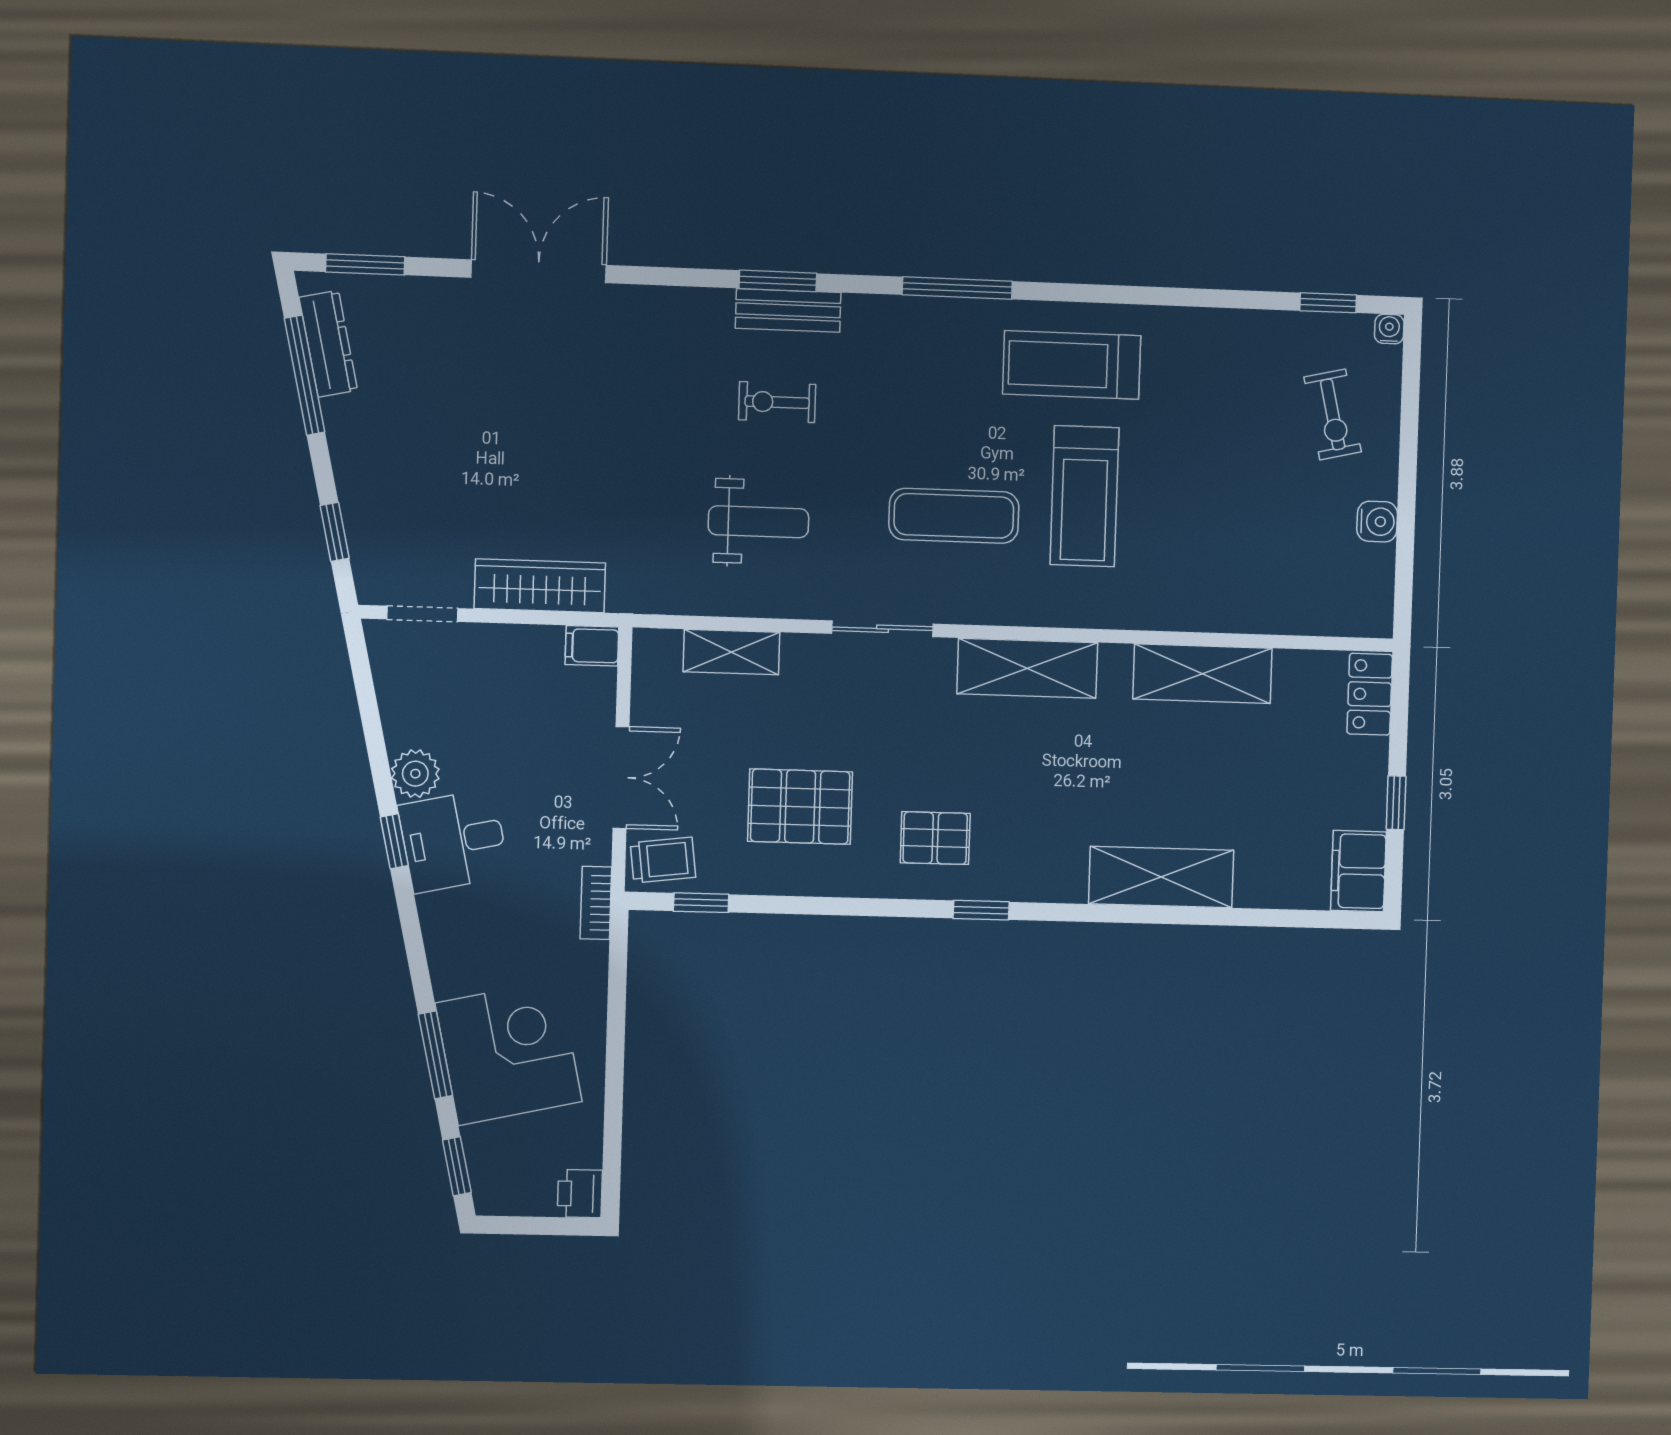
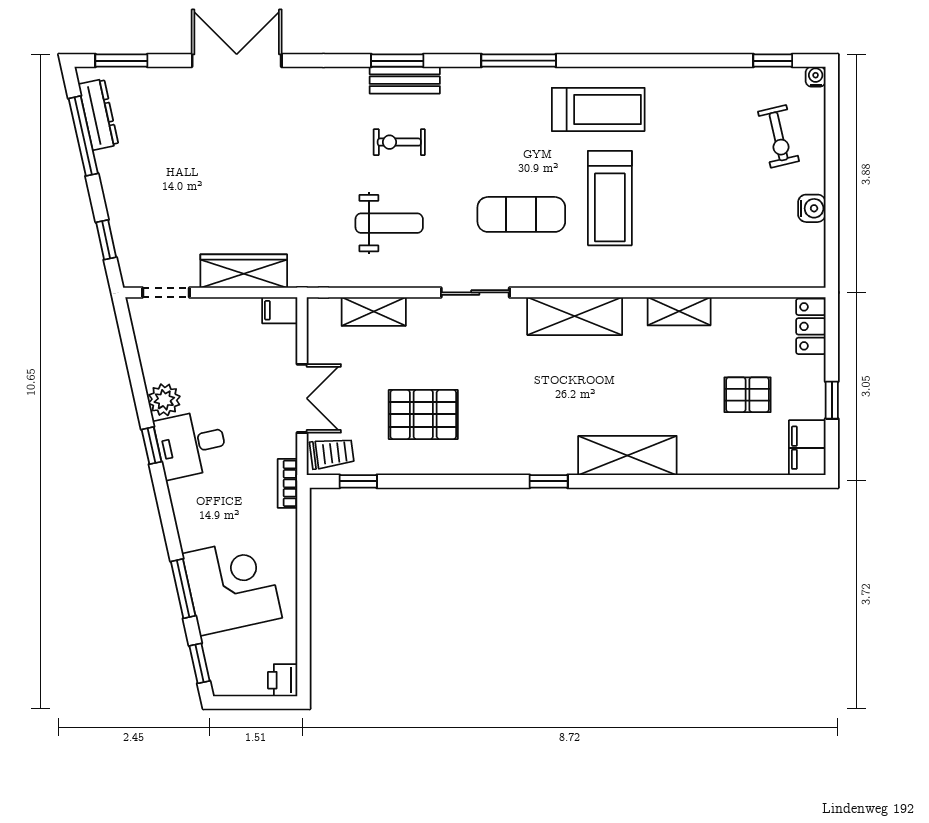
treadmill: (1072, 365) -> (598, 109), turned 180
shelving: (1202, 674) -> (679, 311), width x0.67, depth x0.75
pallet: (935, 838) -> (747, 395), moved
shelving: (1161, 877) -> (627, 456), moved

